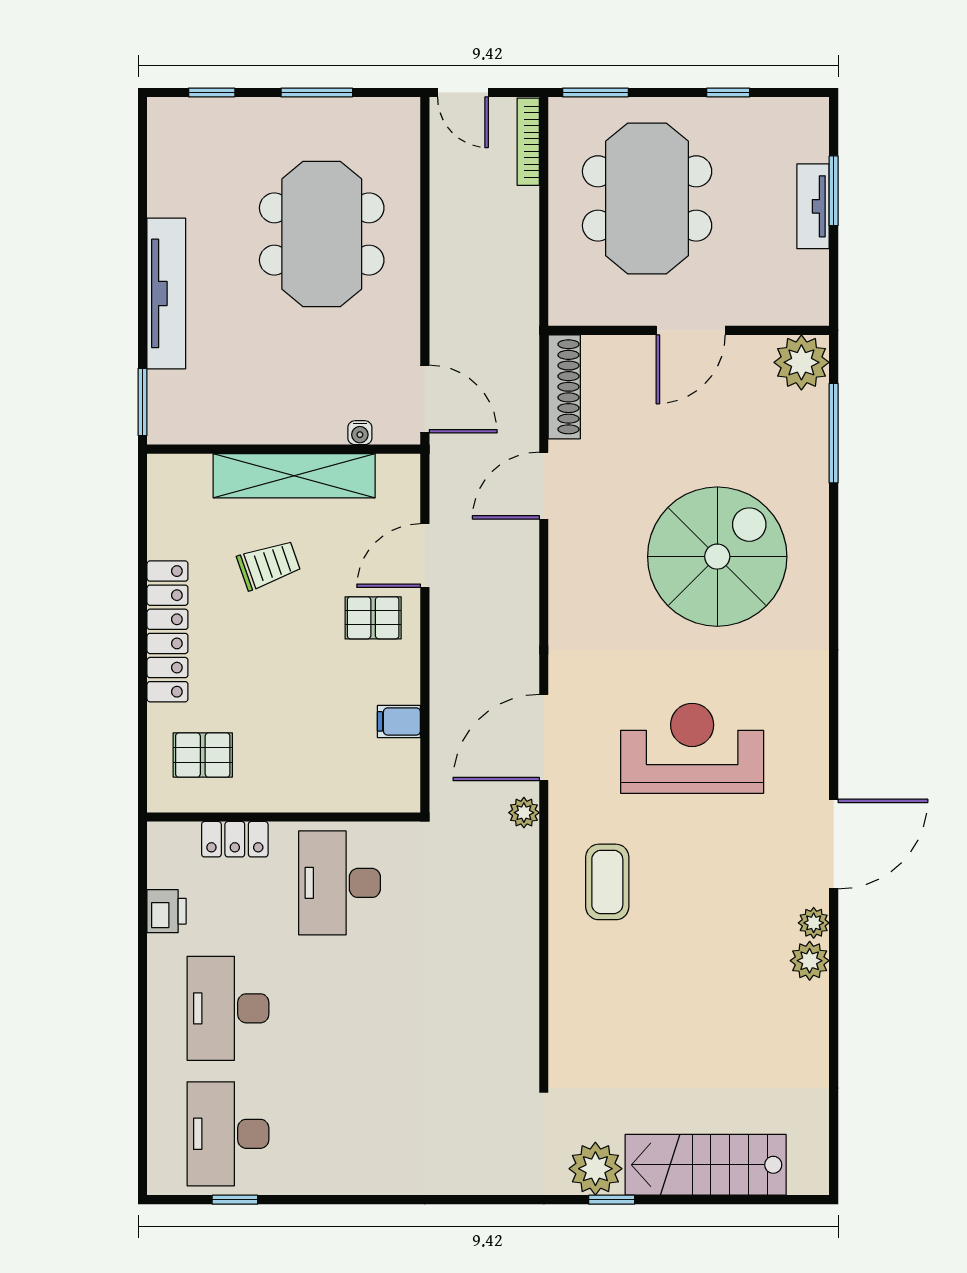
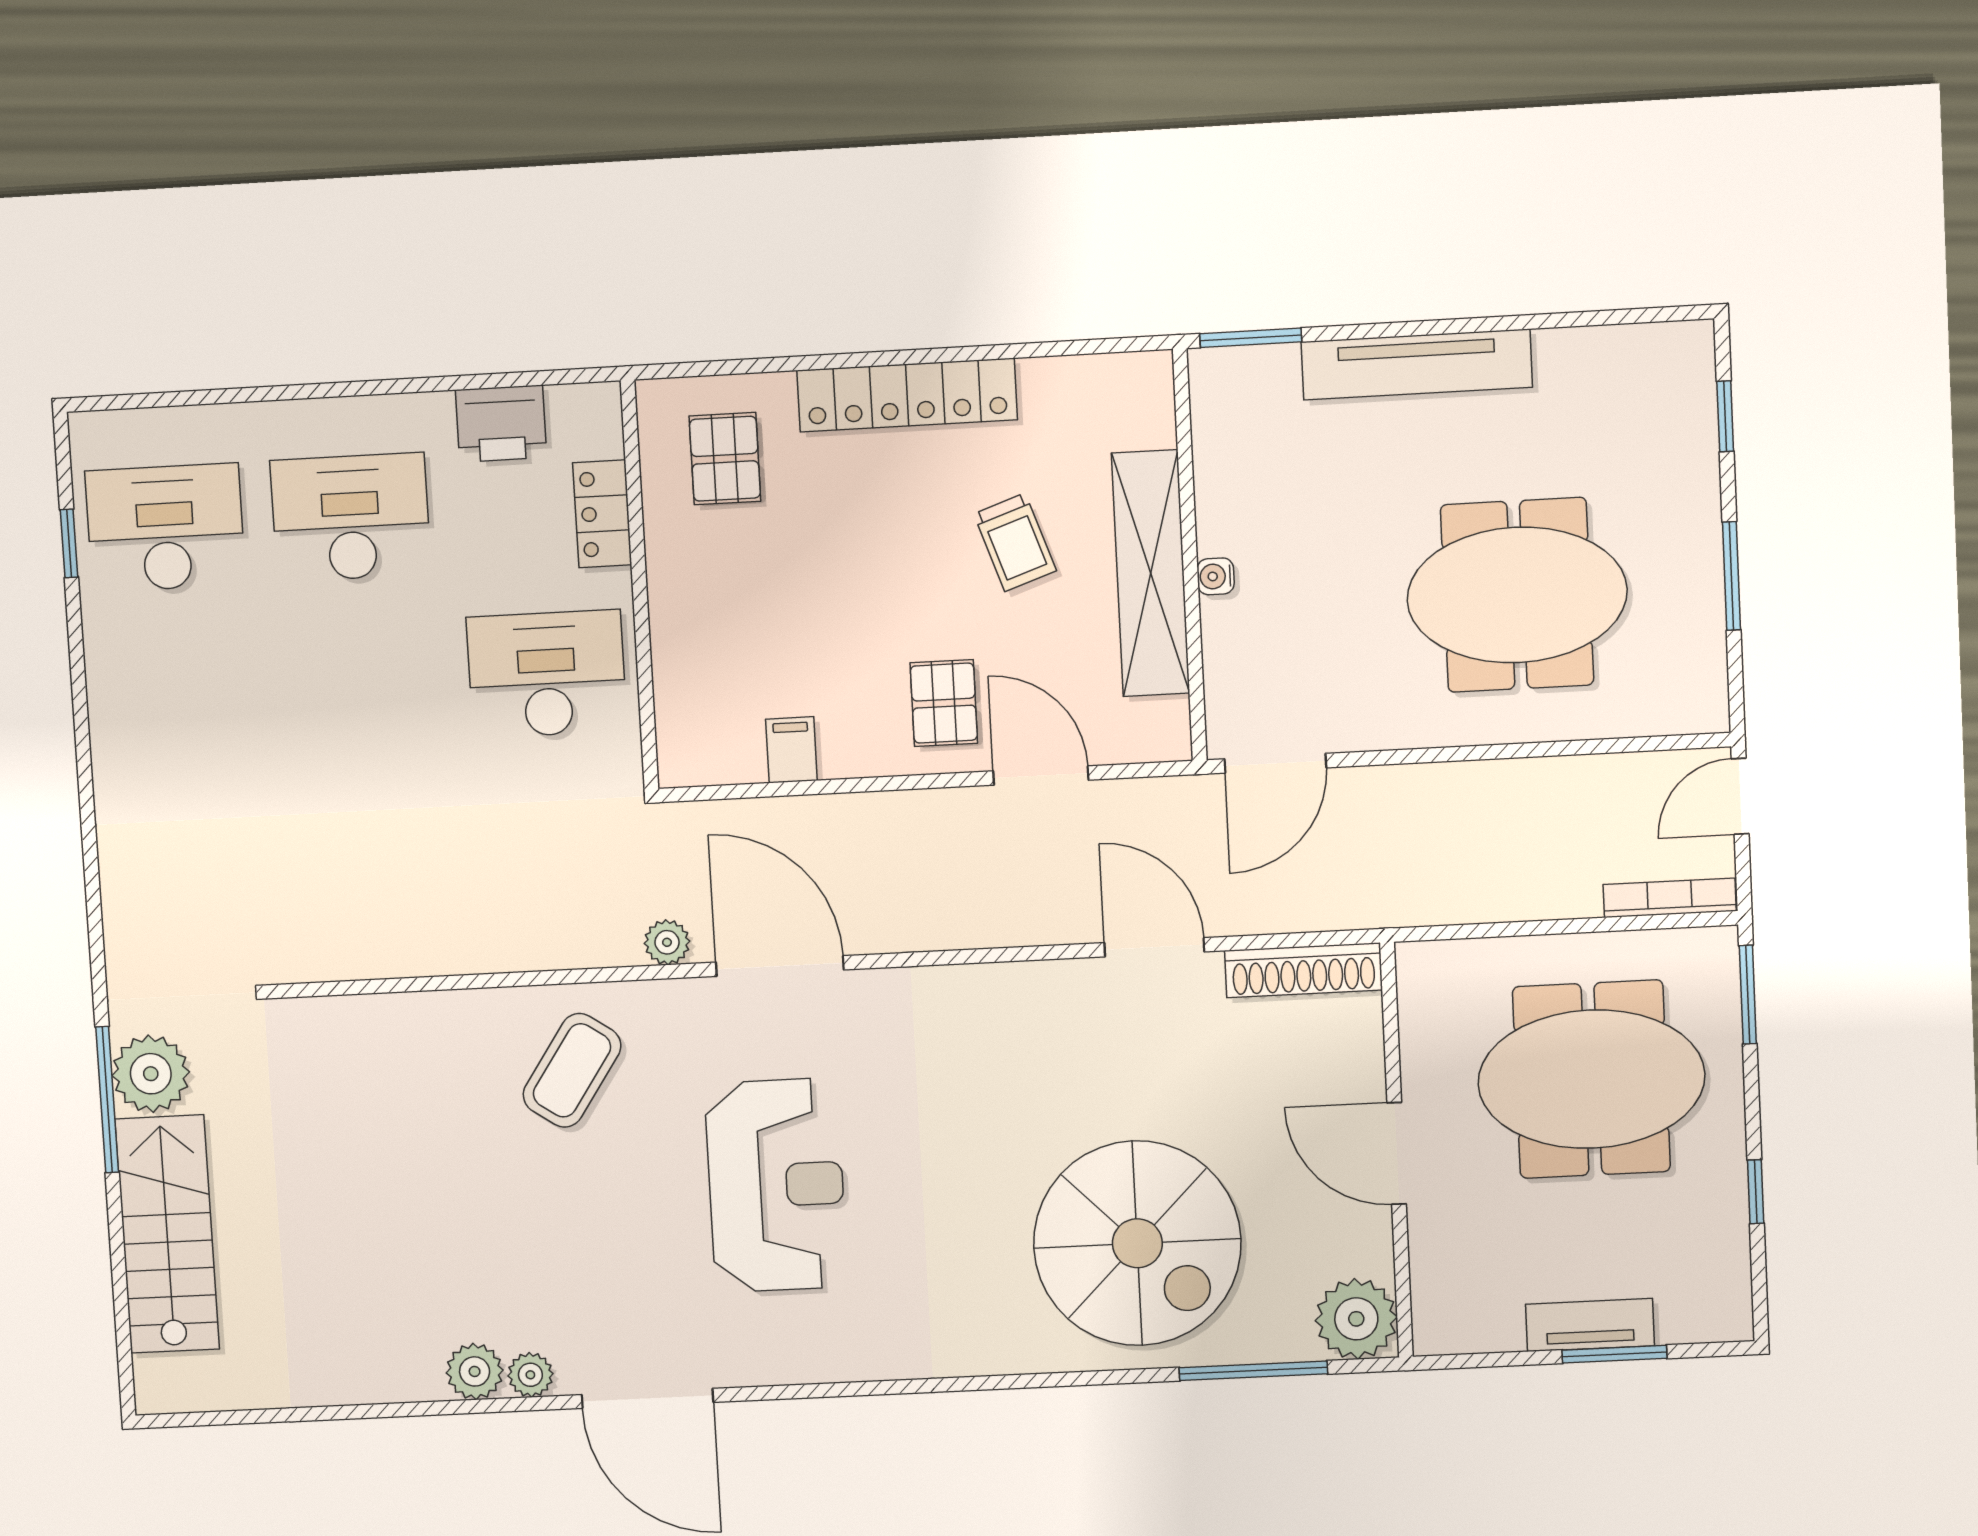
water cooler: (360, 433) -> (1216, 576), moved
spiral stairs: (717, 557) -> (1137, 1243), moved
coffee table: (607, 882) -> (572, 1070), turned -56
printer: (167, 911) -> (501, 424), width x1.36, depth x1.24
window: (612, 1200) -> (107, 1100), width x2.17

